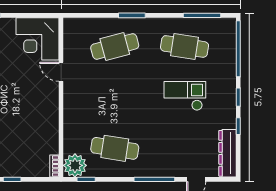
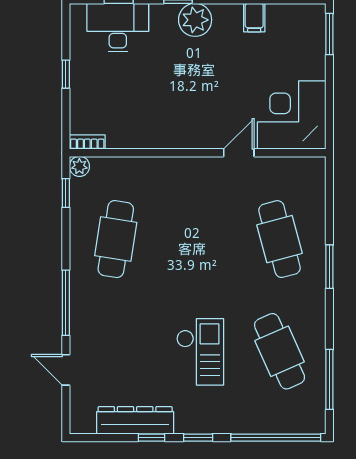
cafe table: (185, 46) -> (280, 351), turned -33
dresser: (228, 153) -> (135, 420), moved
plant: (75, 165) -> (79, 166), width x0.53, depth x0.53

